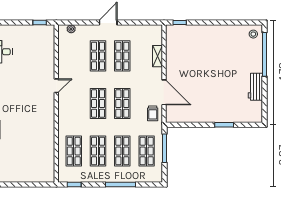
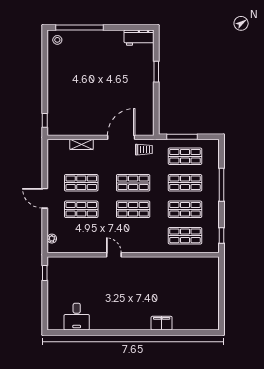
workbench: (255, 87) -> (139, 38), moved

